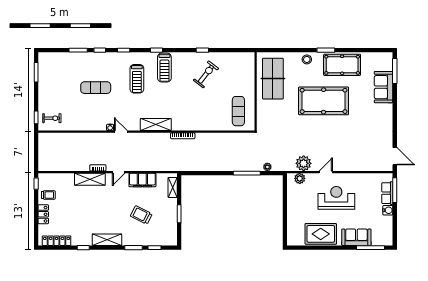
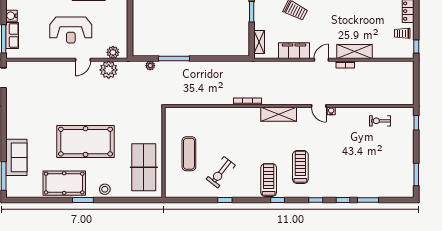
exercise mat: (96, 88) -> (348, 157), removed
exercise mat: (238, 111) -> (189, 154), moved
exercise bike: (52, 118) -> (380, 121), moved

